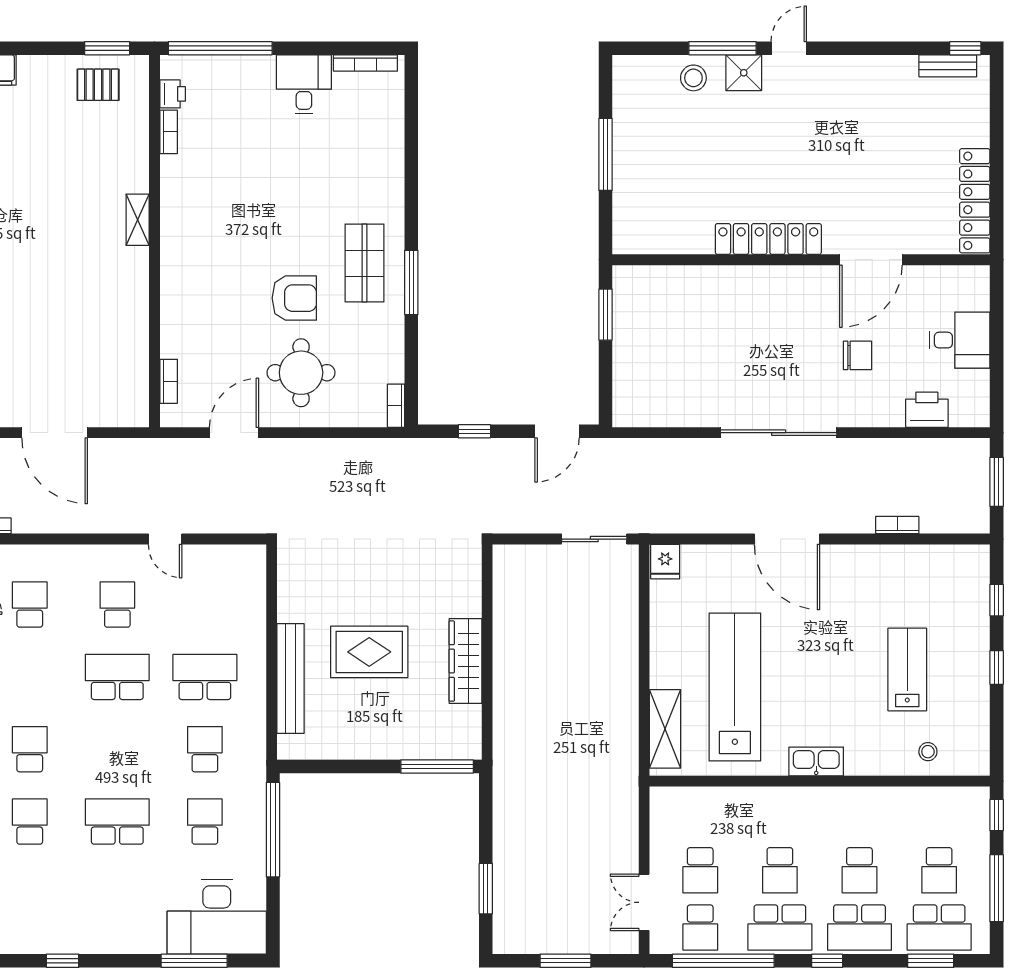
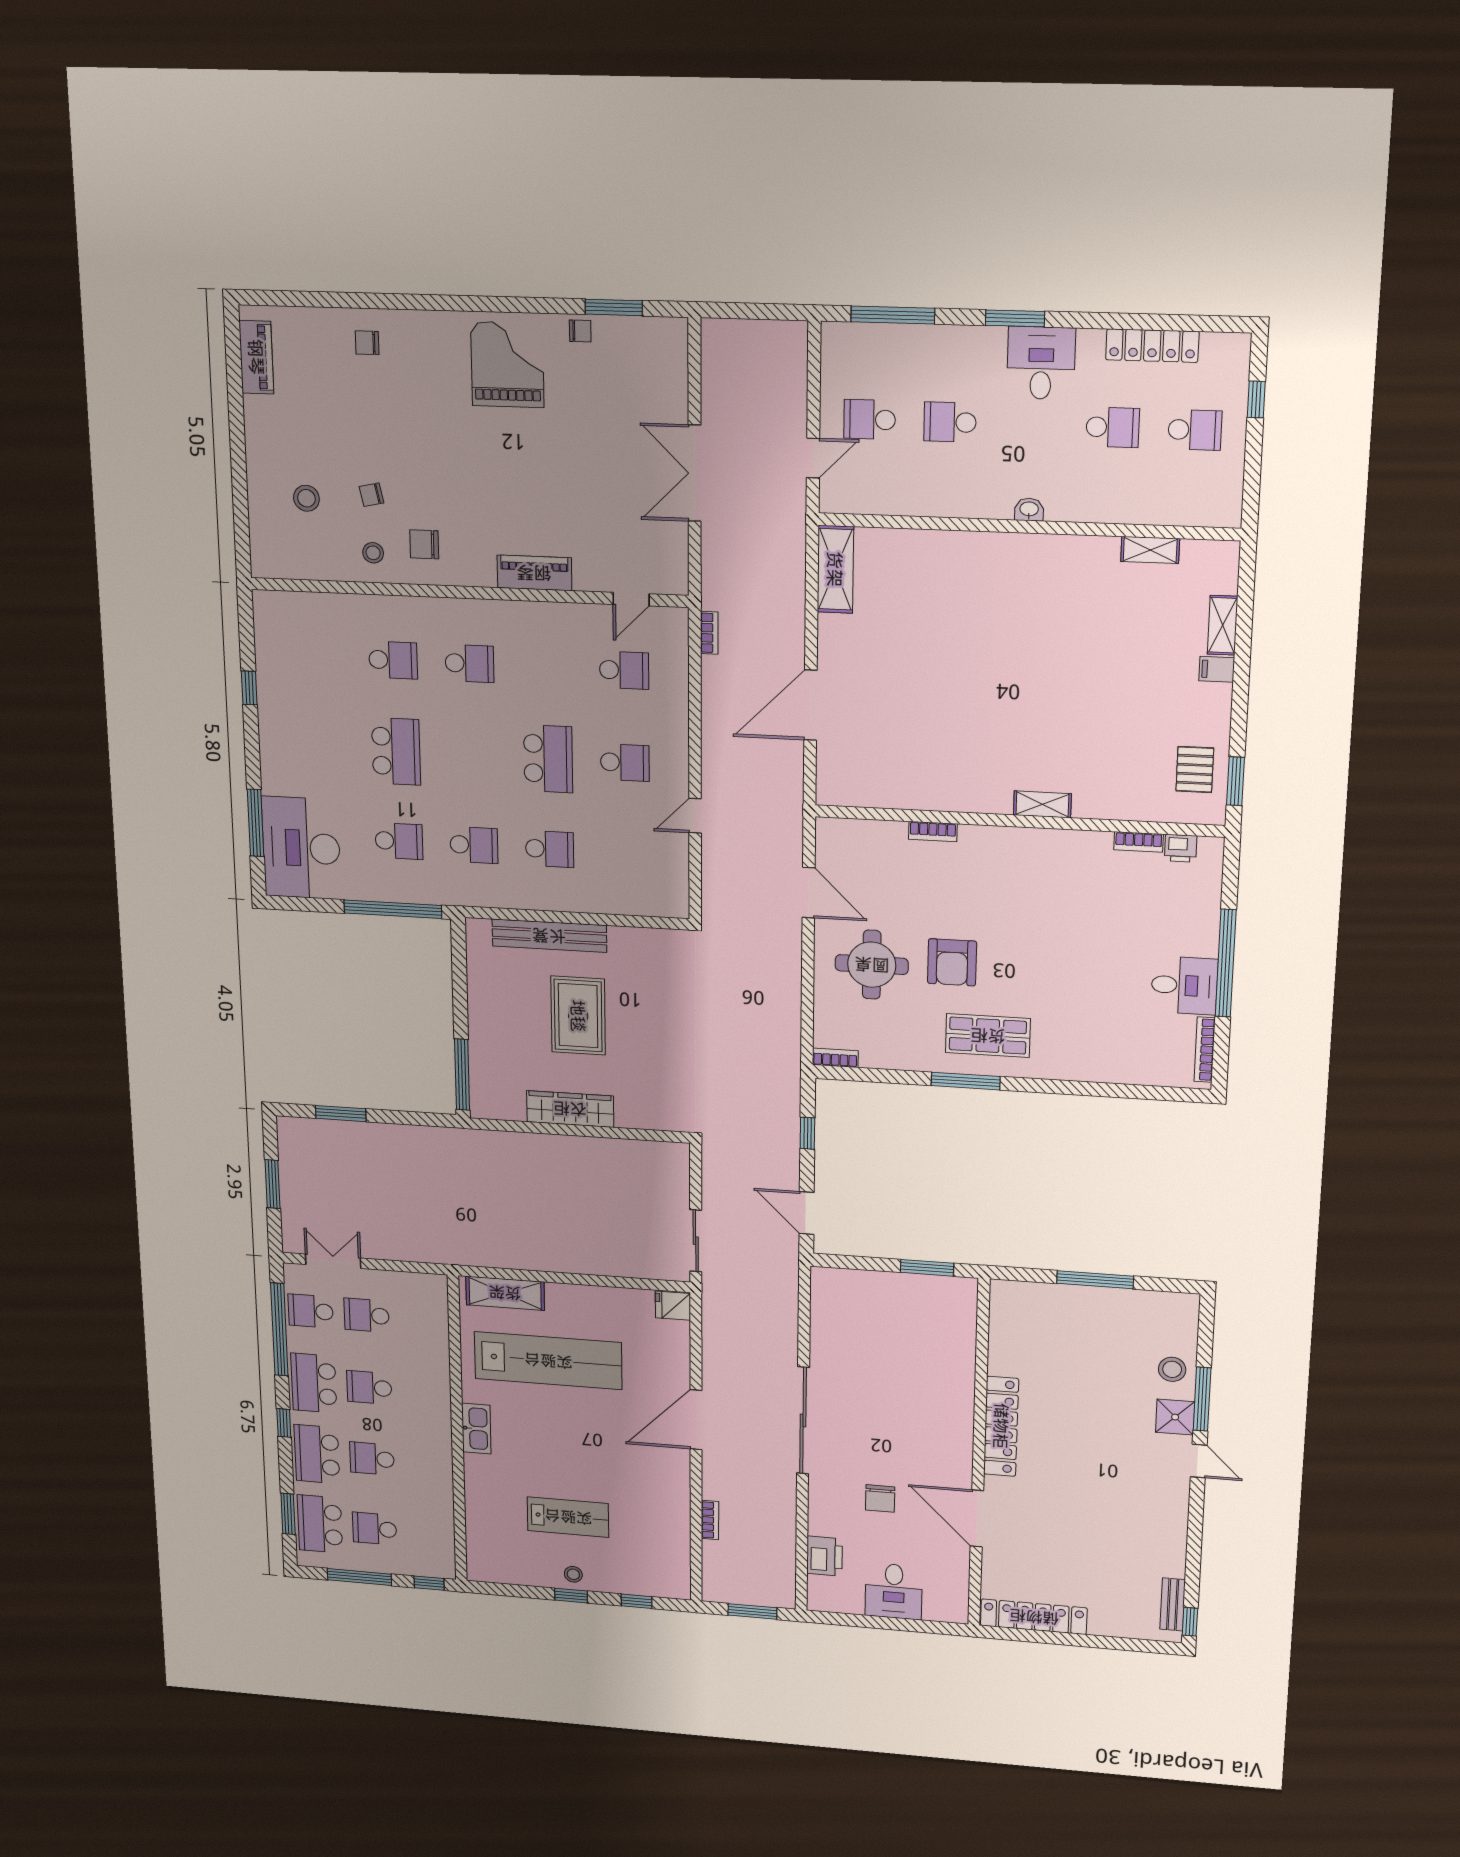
window: (220, 48) -> (1226, 963), moved
bookcase: (169, 381) -> (933, 832), moved
school desk: (205, 677) -> (550, 849), width x0.54
stool: (928, 752) -> (573, 1574), moved

